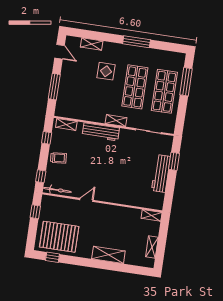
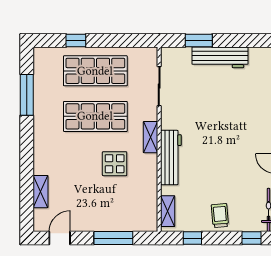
window: (137, 42) -> (27, 95), moved
display table: (106, 71) -> (115, 164), moved
window: (186, 82) -> (76, 40), width x0.46

